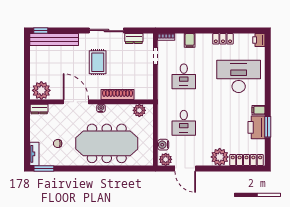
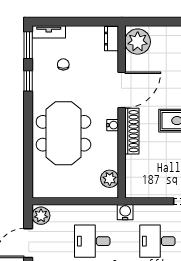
shoe rack: (118, 95) -> (132, 131), moved
meeting table: (107, 143) -> (63, 133), width x0.73
water cooler: (163, 145) -> (125, 212), moved
window: (69, 169) -> (28, 81), added

